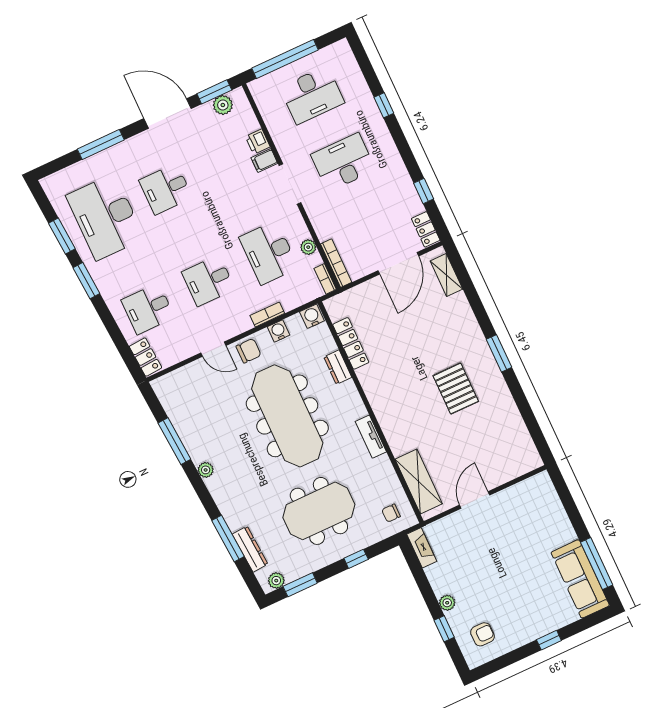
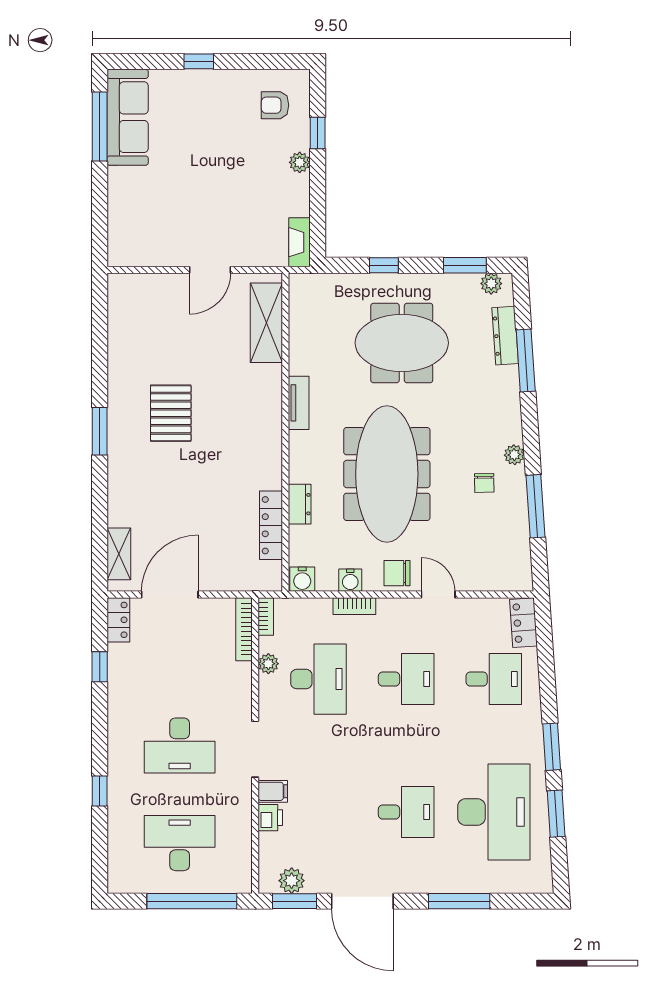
chair: (391, 513) -> (484, 483), moved, turned 89

